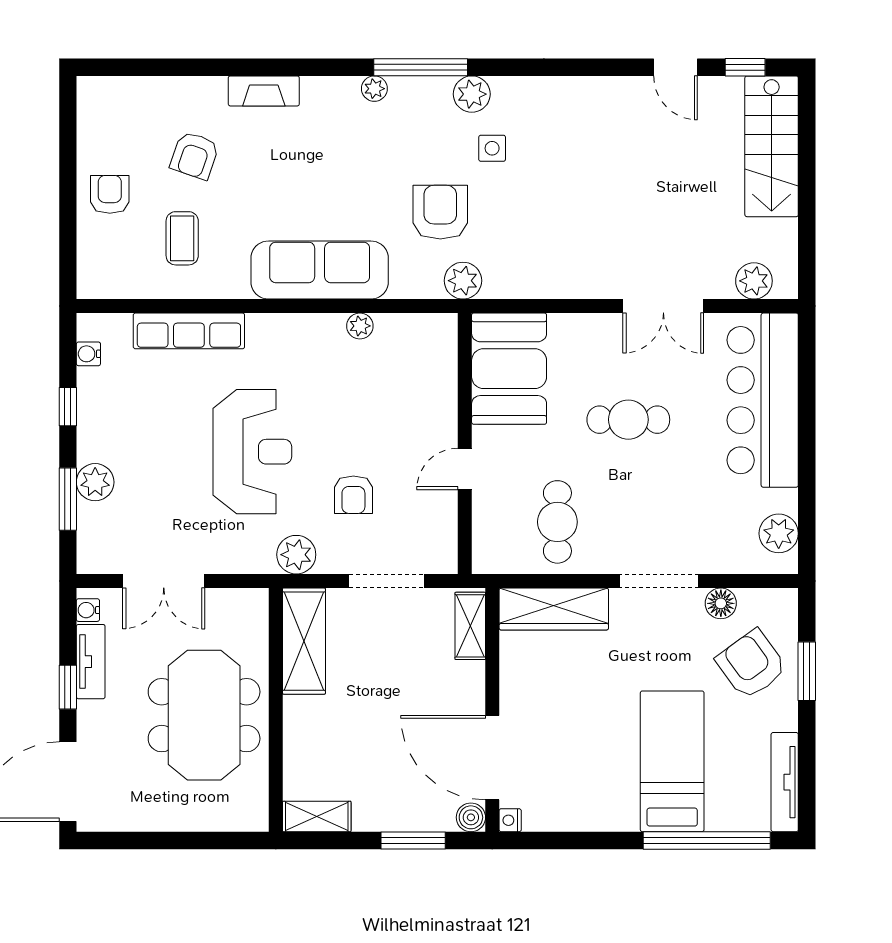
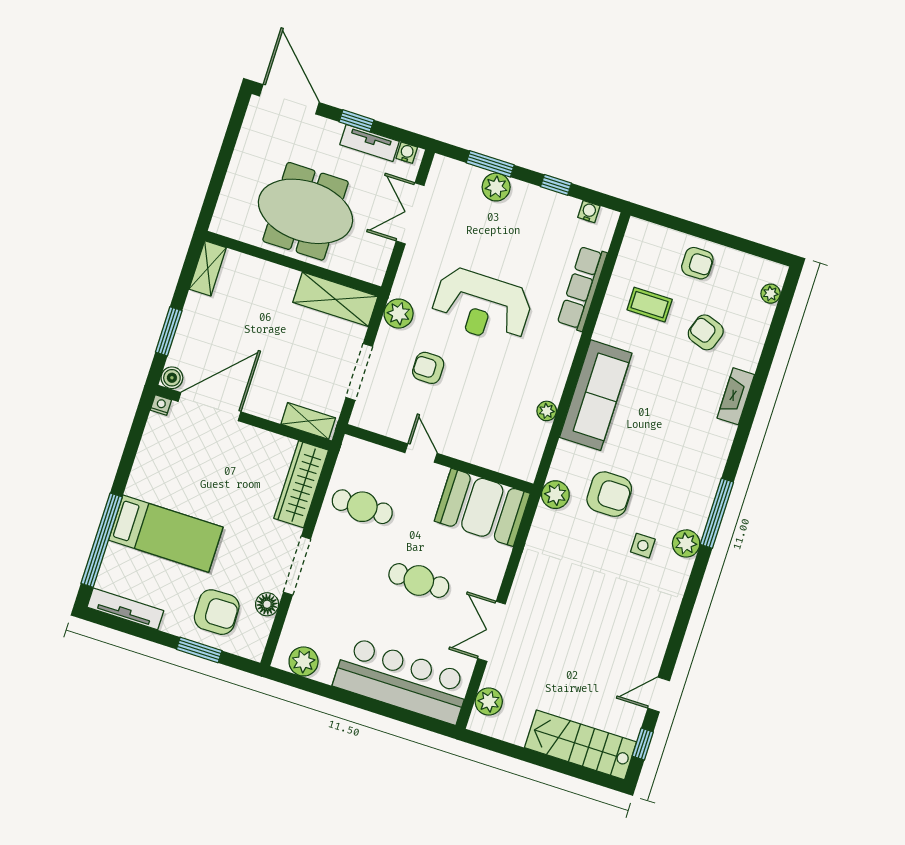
plant: (374, 89) -> (771, 294), moved
cafe table: (628, 420) -> (419, 581), turned 90
armchair: (751, 664) -> (217, 612), turned 35

